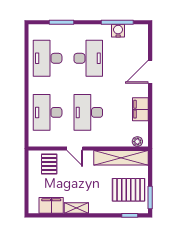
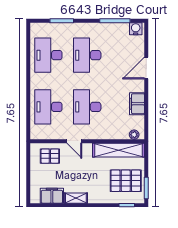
water cooler: (118, 31) -> (136, 29), moved
desk: (88, 58) -> (87, 55), turned 180
pallet: (49, 164) -> (50, 156), turned 90

